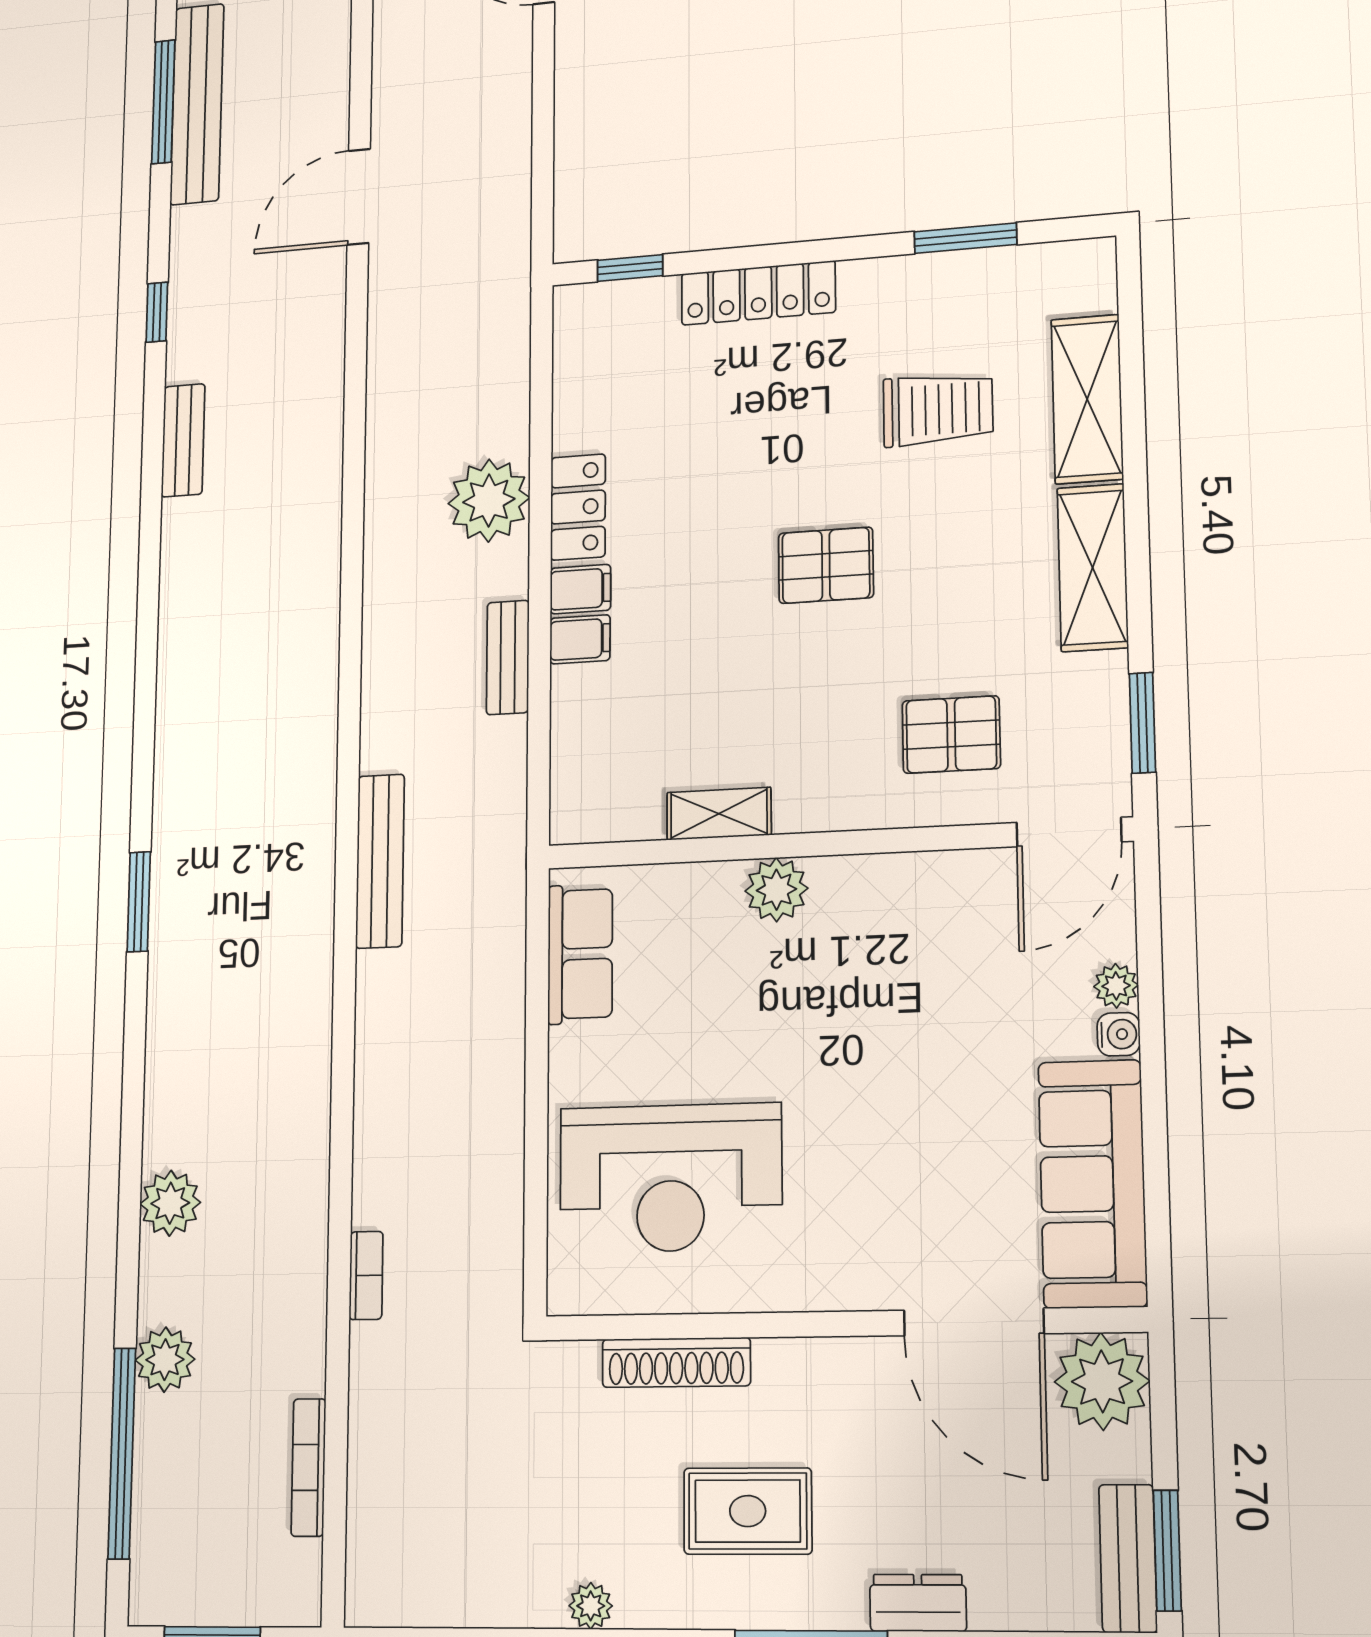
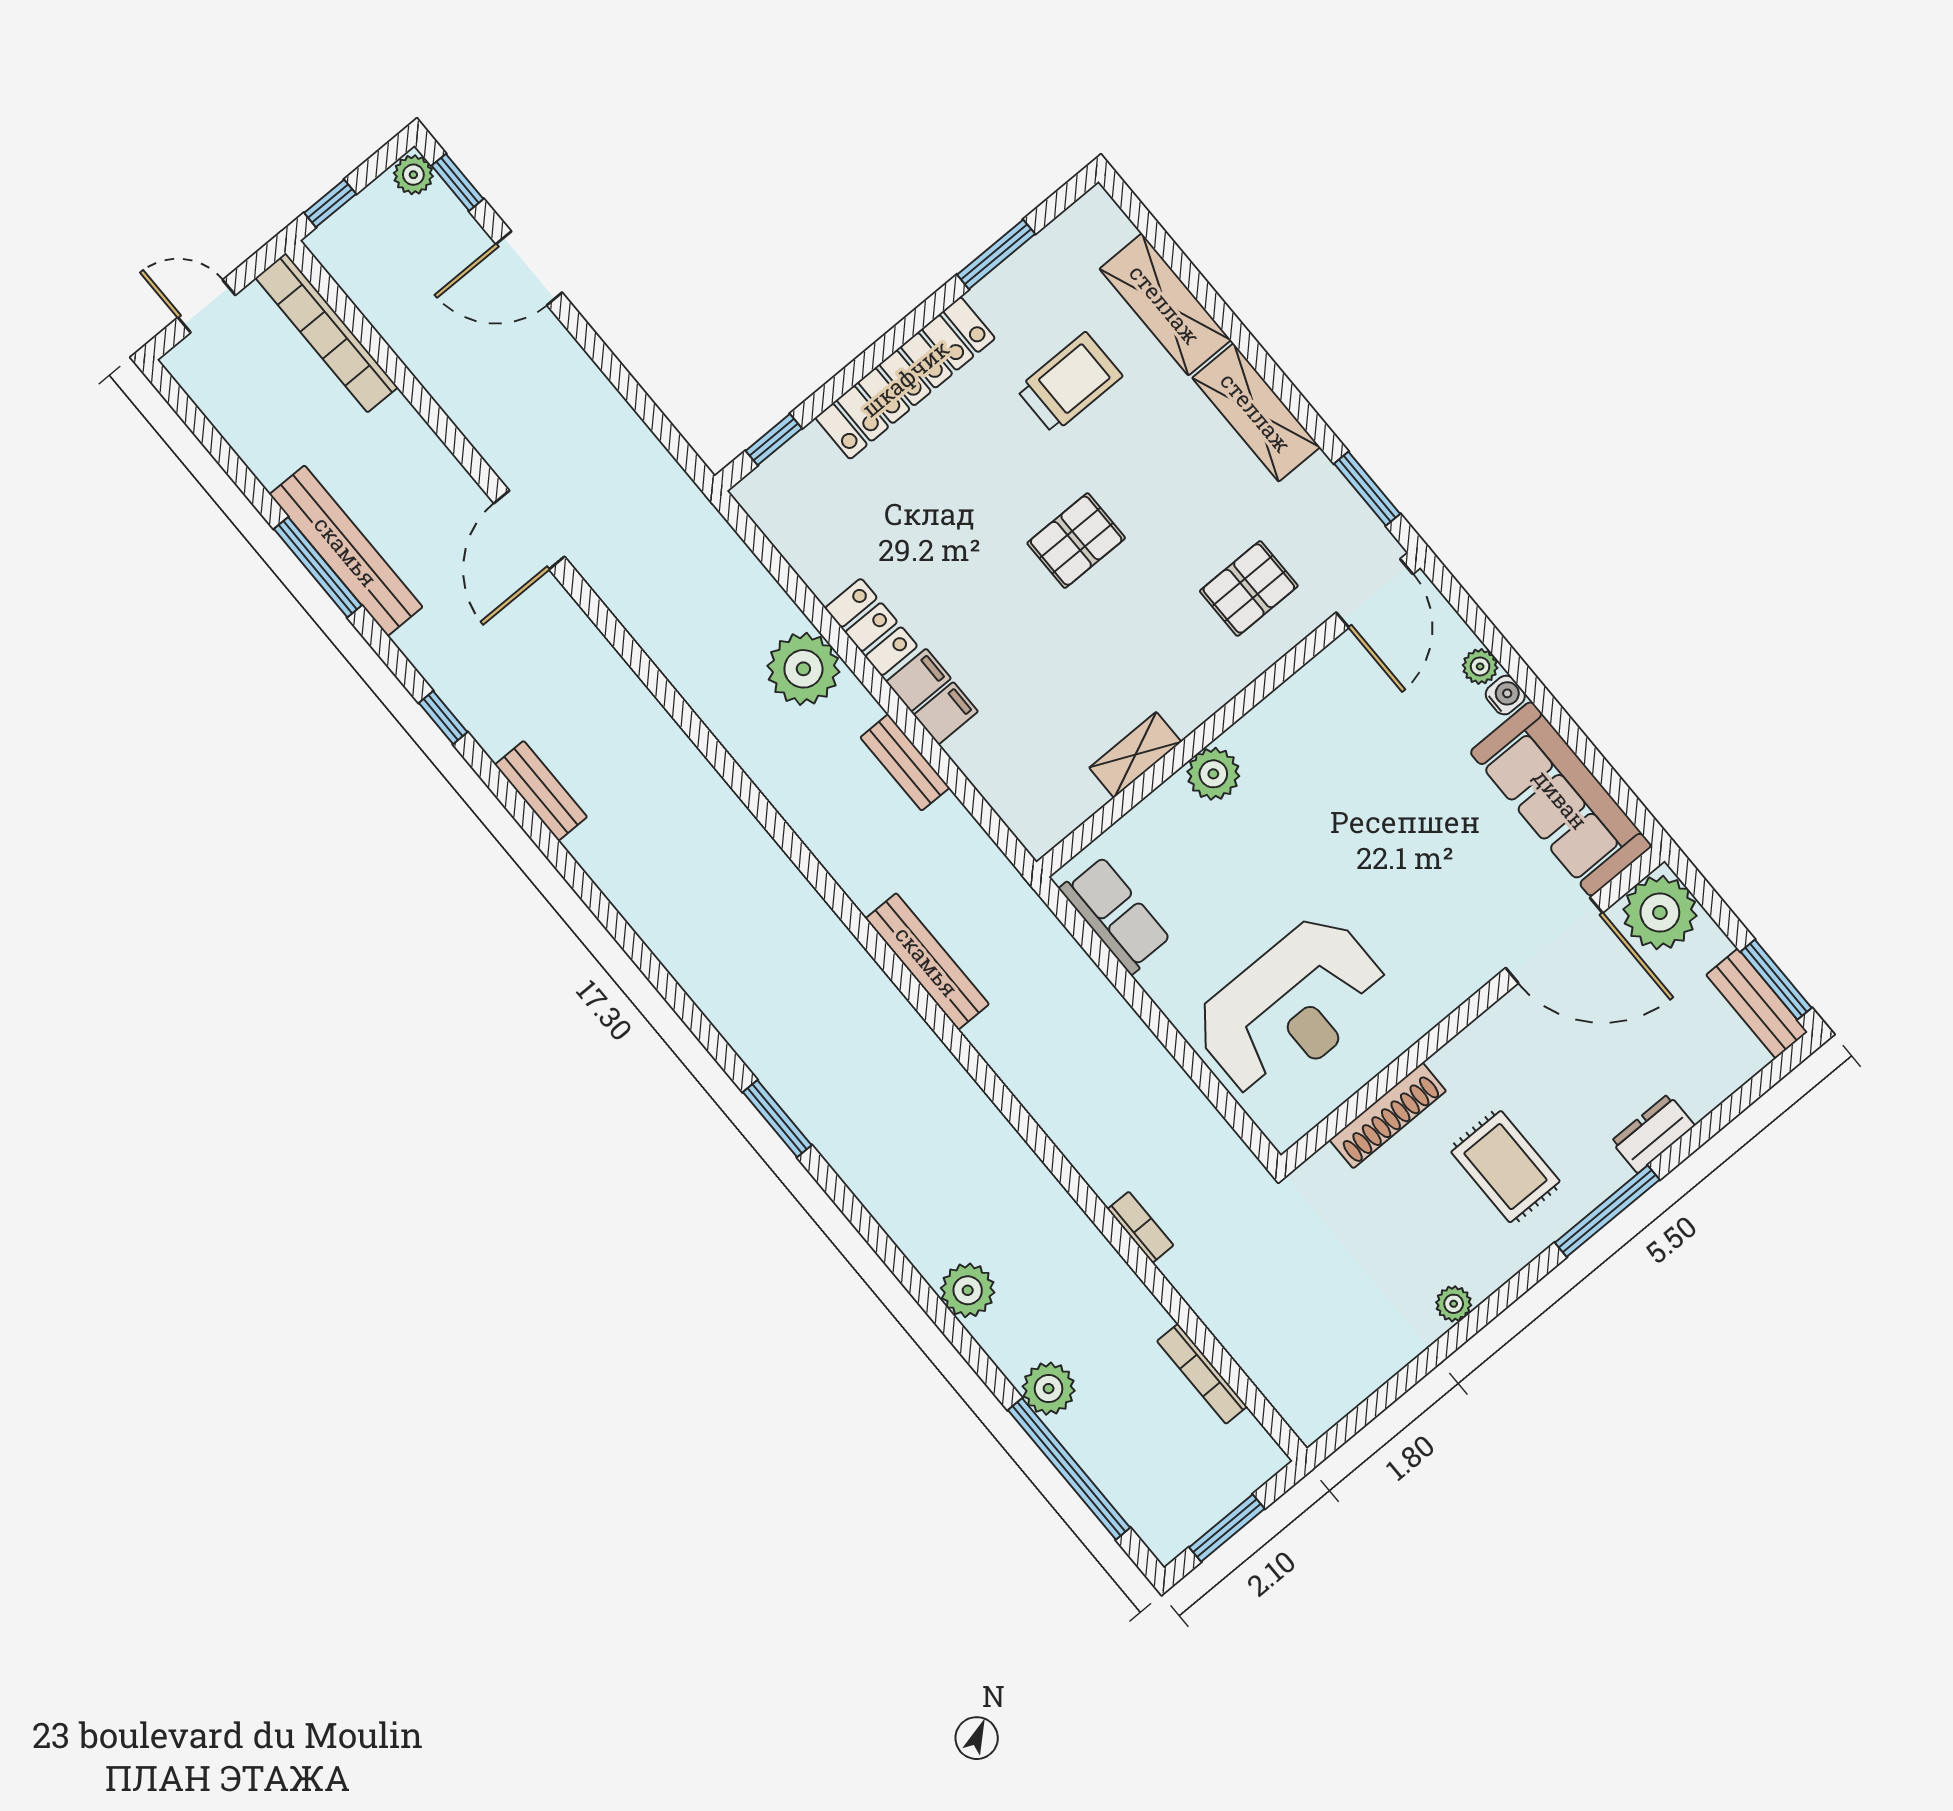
locker: (758, 293) -> (905, 378), width x1.41, depth x1.21
rug: (748, 1511) -> (1505, 1167), turned 90

